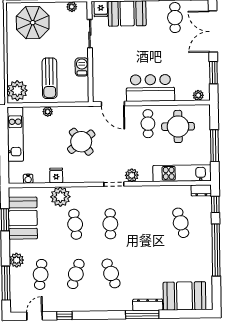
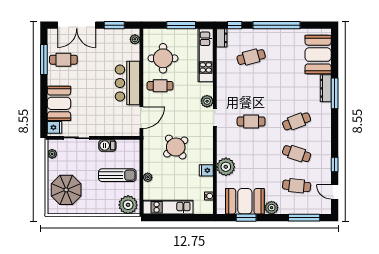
cafe table: (75, 224) -> (251, 154), removed
plant: (17, 260) -> (272, 208), moved

